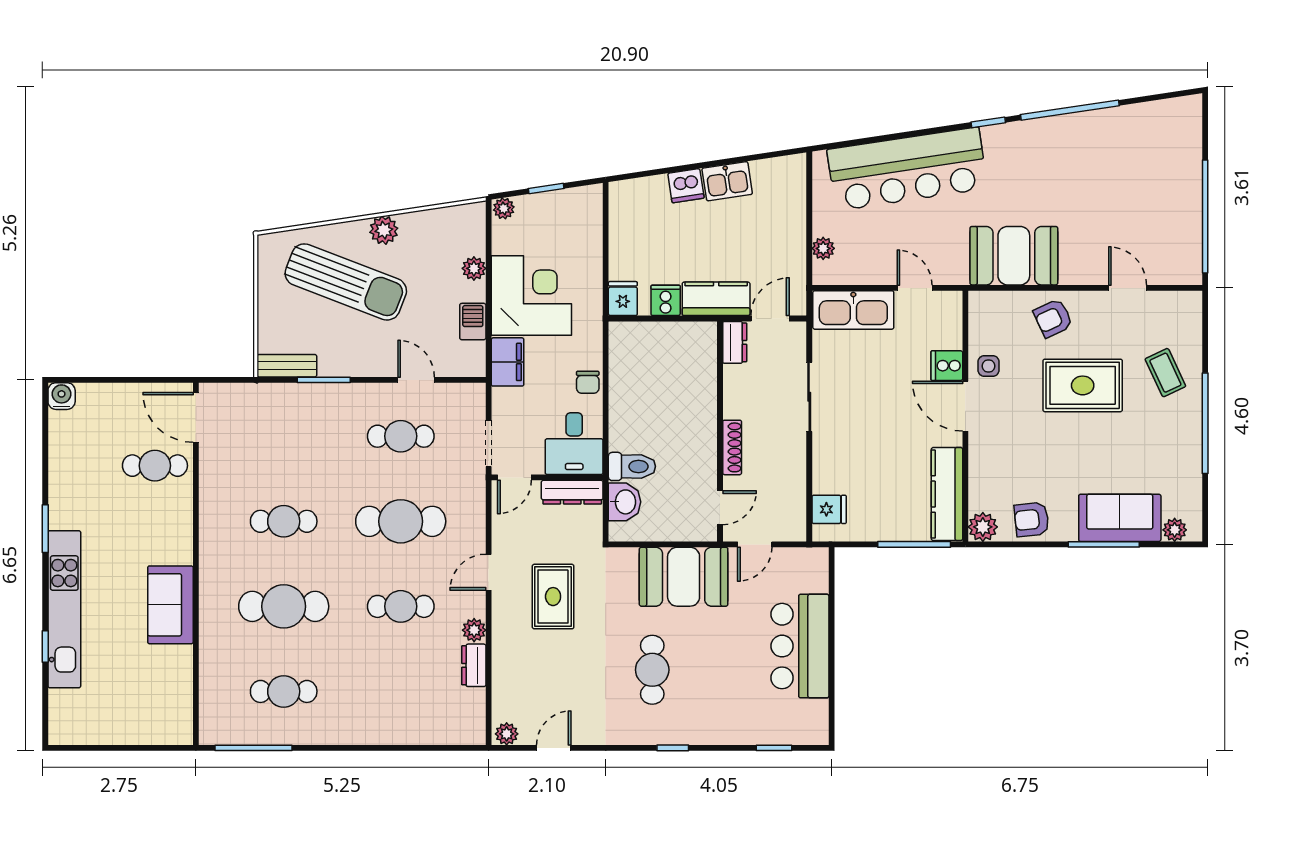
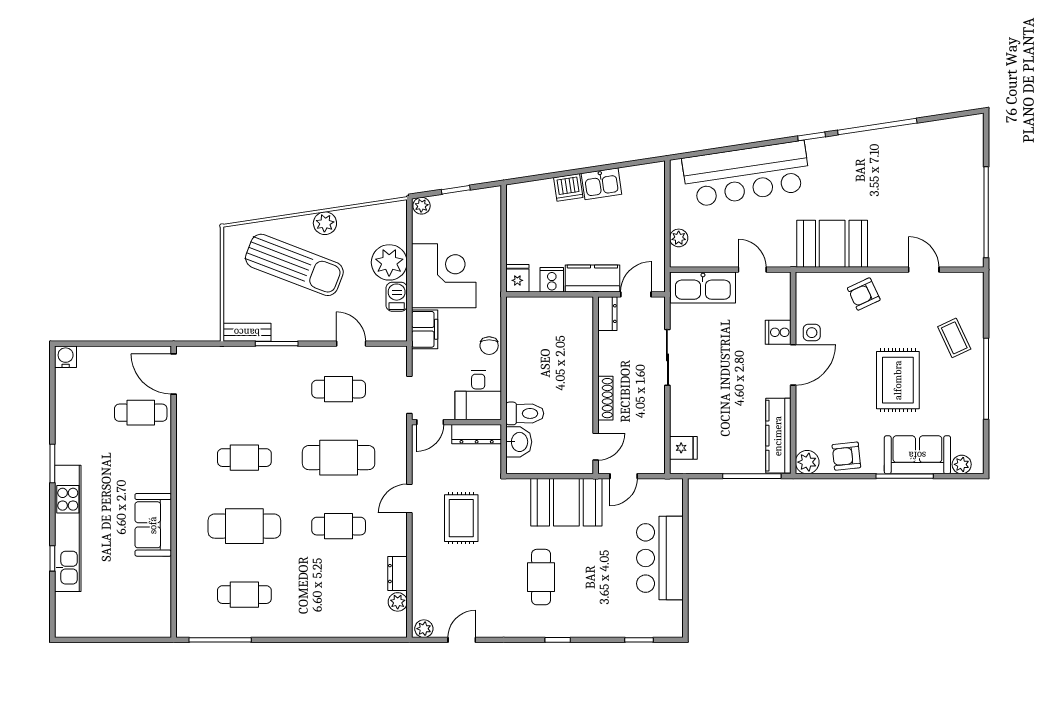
plant: (474, 268) -> (389, 262), width x1.88, depth x1.88
rug: (1083, 385) -> (898, 380), moved, turned 90
door: (965, 406) -> (793, 365), swing flipped
plant: (474, 630) -> (398, 602), moved

